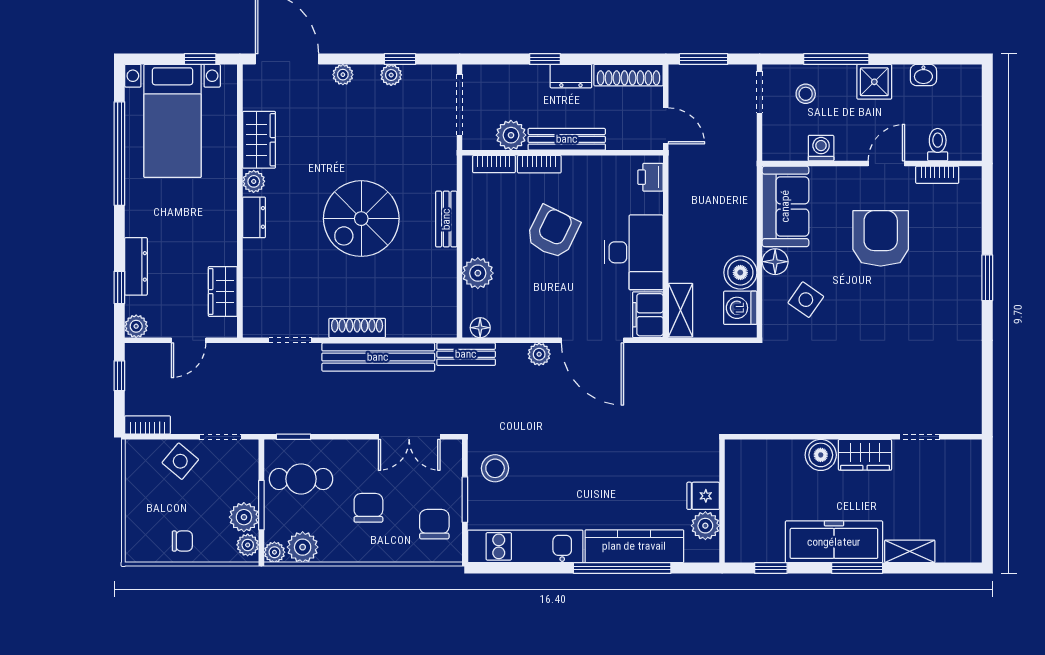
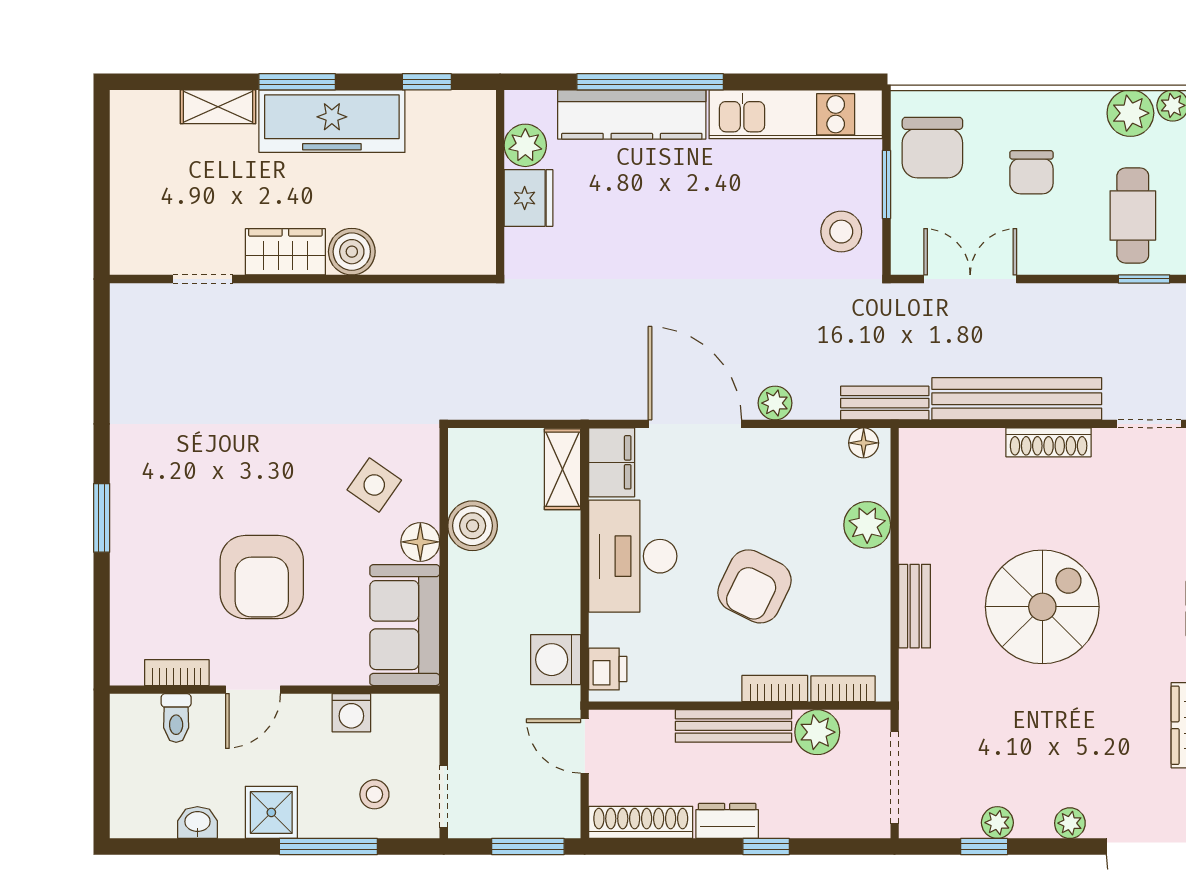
washing machine: (740, 308) -> (556, 660), moved, turned 180
cafe table: (301, 479) -> (1133, 215), turned 90
fridge: (703, 496) -> (528, 198), width x1.38
chair: (434, 524) -> (932, 148), width x1.37, depth x1.37

